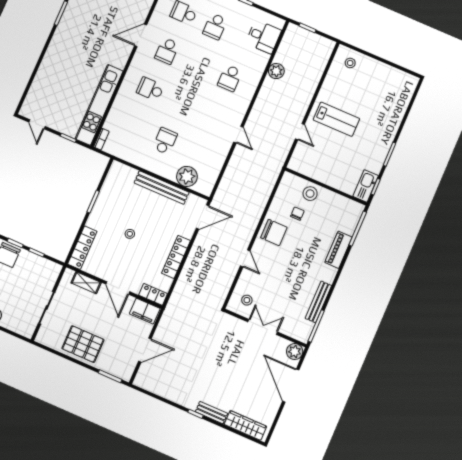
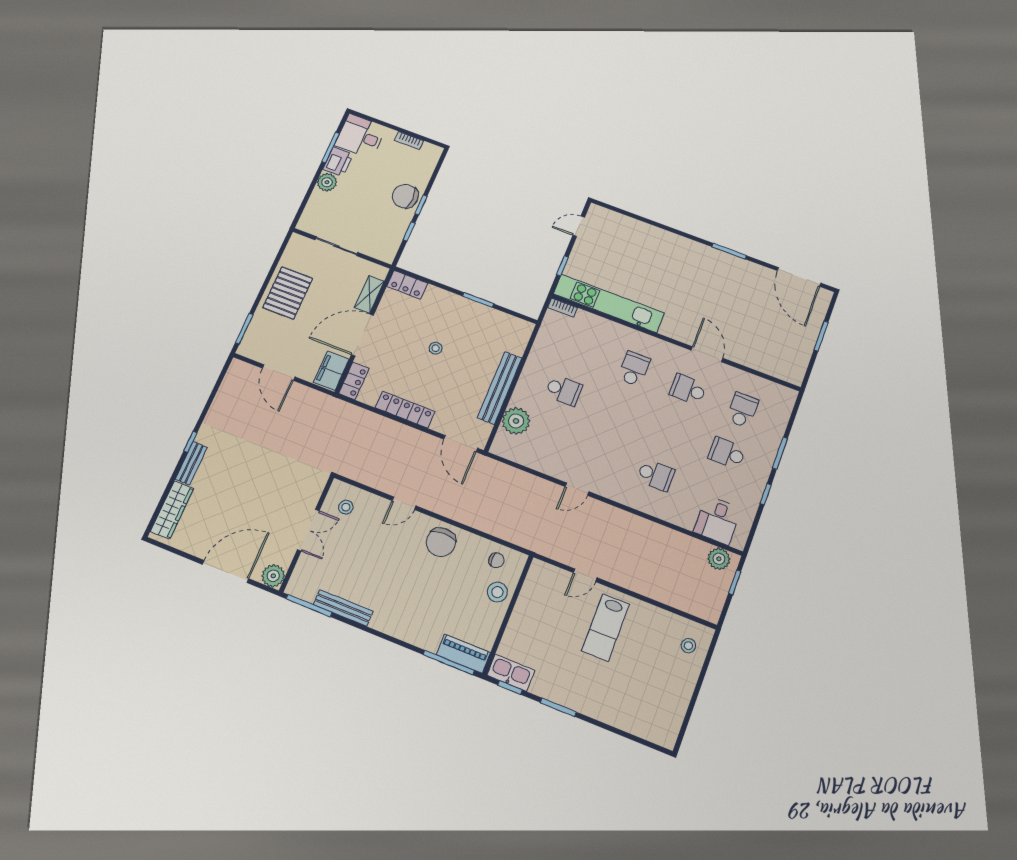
plant: (276, 71) -> (719, 559), moved
school desk: (230, 78) -> (656, 475), turned 180
chair: (297, 214) -> (496, 560), moved
locker: (82, 248) -> (407, 285), width x0.66
piano: (338, 250) -> (463, 654), moved
door: (118, 288) -> (362, 335), width x1.36

